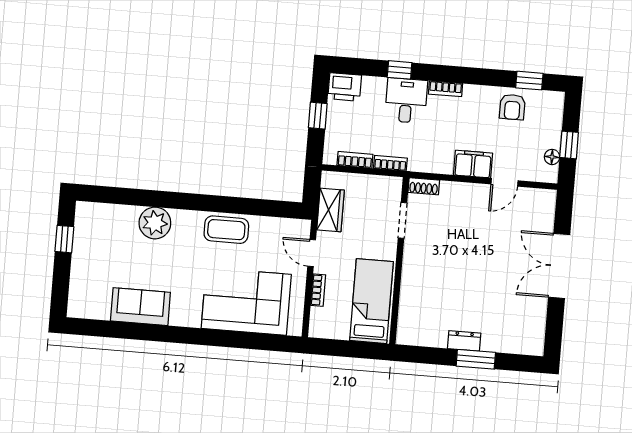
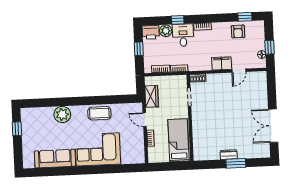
plant: (374, 88) -> (166, 31), added
double door: (559, 266) -> (273, 126), moved
corner sofa: (246, 301) -> (98, 149), moved
sofa: (140, 307) -> (55, 159), width x1.36

